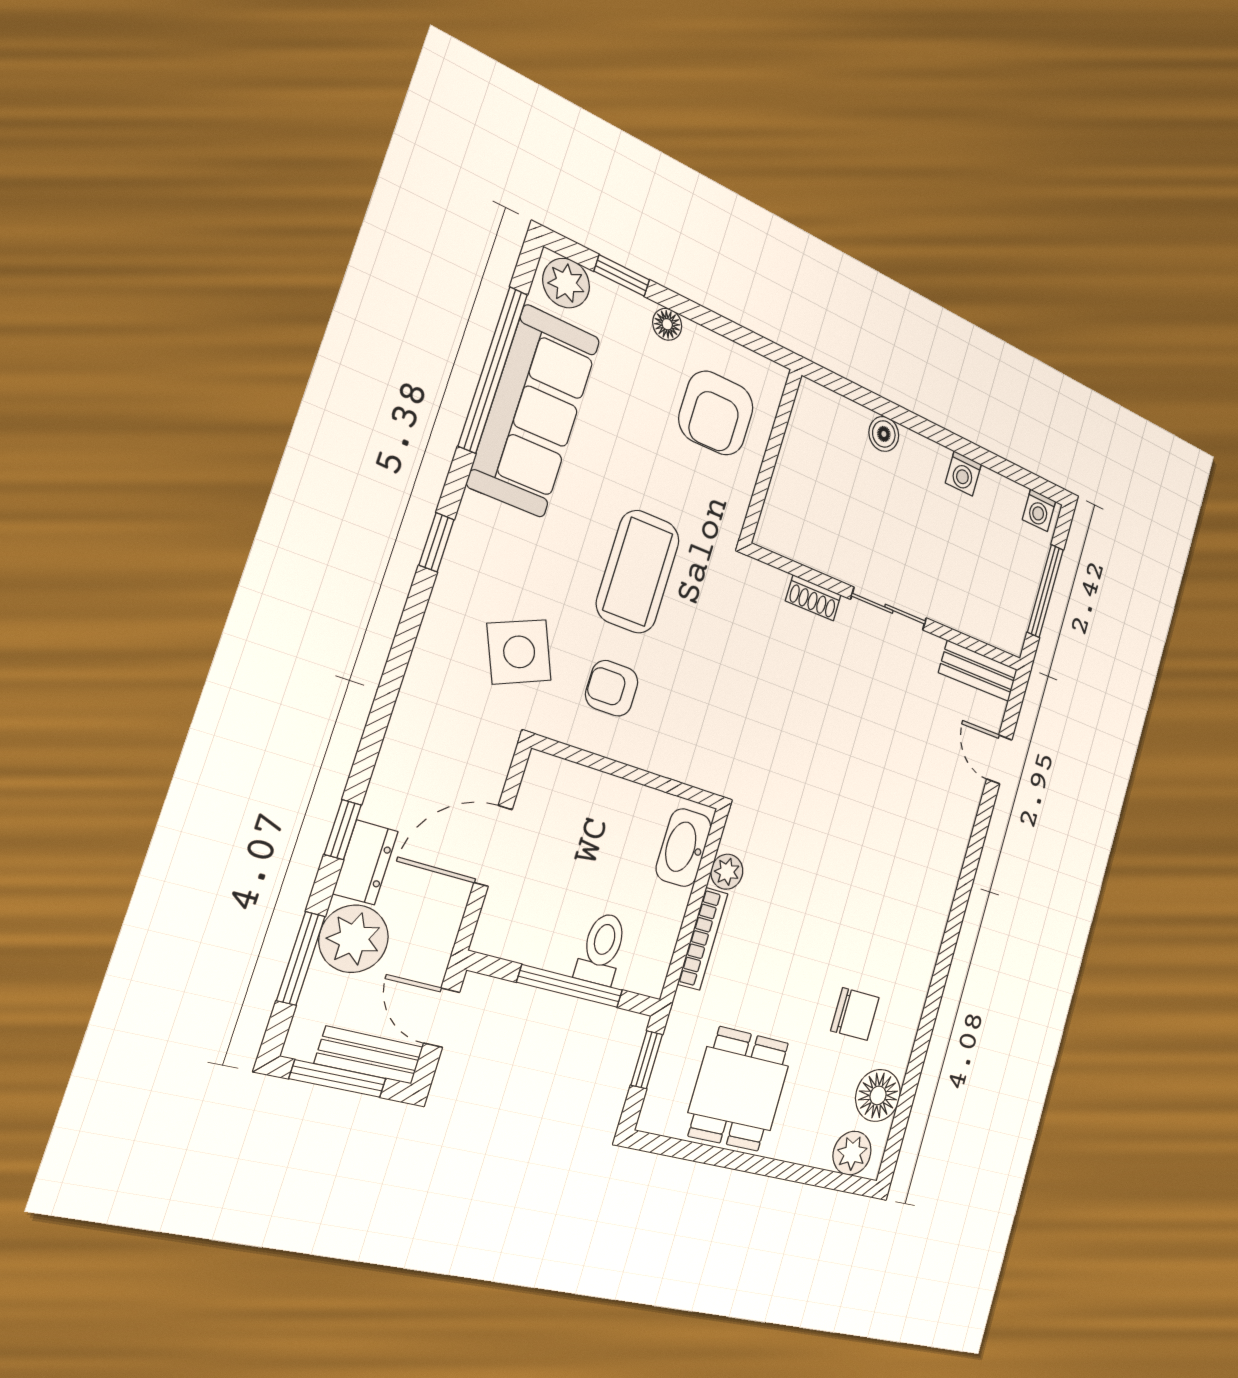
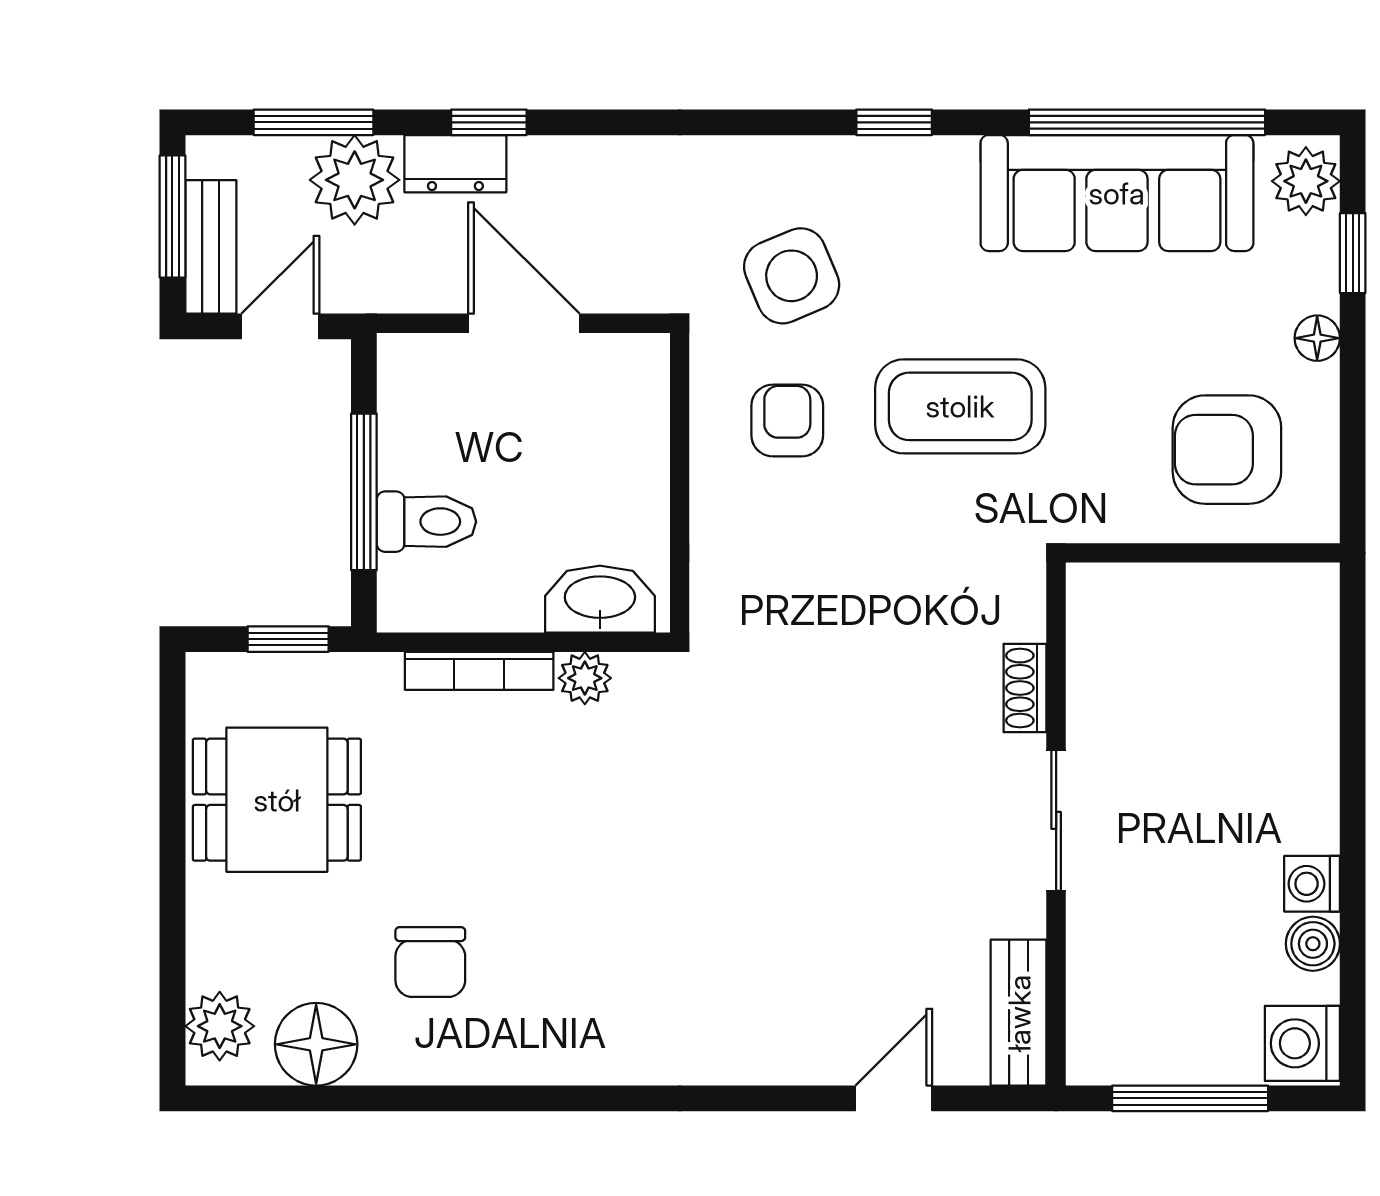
boiler: (884, 434) -> (1313, 944), moved
washing machine: (1039, 510) -> (1302, 1043), width x1.38, depth x1.38

